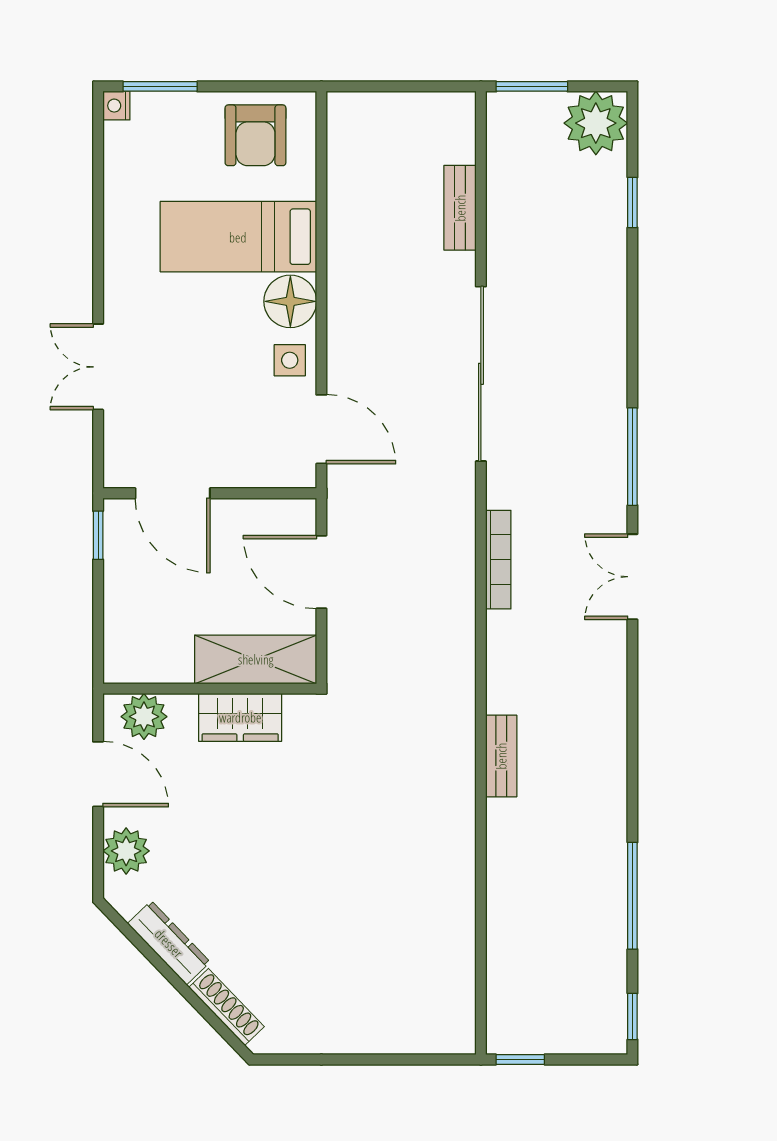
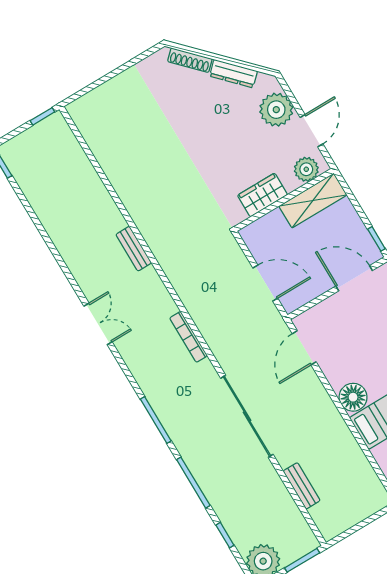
side table: (290, 360) -> (337, 370), removed
door: (321, 429) -> (304, 348), hinge flipped
double door: (632, 577) -> (98, 324), moved
shelving: (256, 659) -> (313, 201), moved
door: (98, 774) -> (311, 131), swing flipped
plant: (126, 851) -> (276, 110), width x1.36, depth x1.36
window: (632, 896) -> (193, 483), moved

